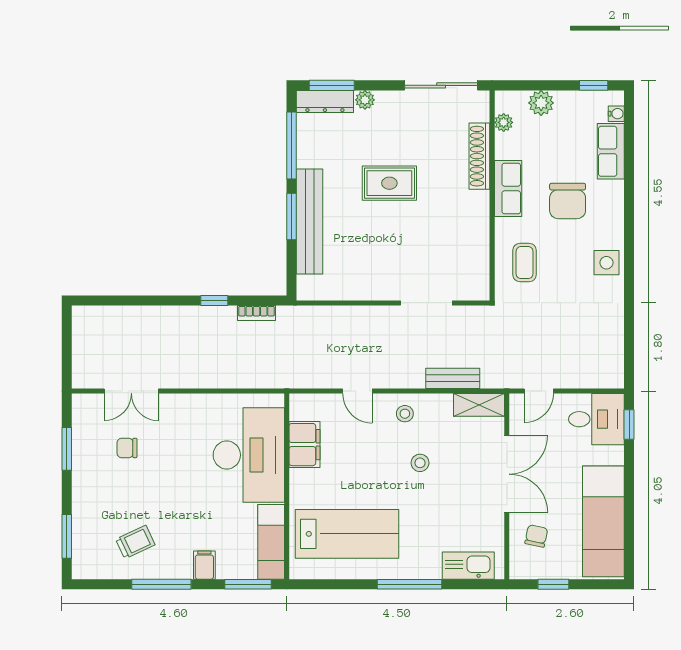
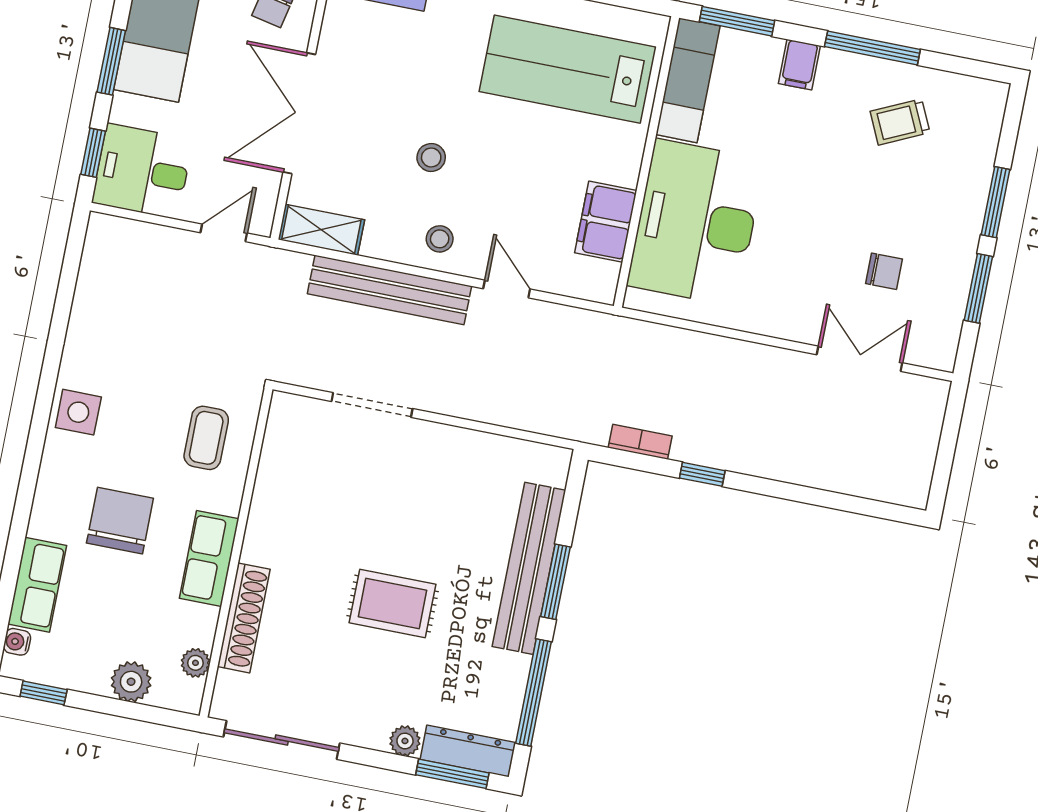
bench: (453, 378) -> (389, 290), width x1.86, depth x1.21
window: (629, 483) -> (111, 61), added
window: (67, 536) -> (995, 202), moved

